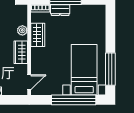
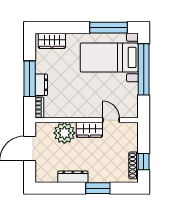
plant: (22, 30) -> (64, 133), width x1.88, depth x1.88
wardrobe: (38, 35) -> (52, 41), moved, turned 180
door: (29, 82) -> (111, 120), moved

